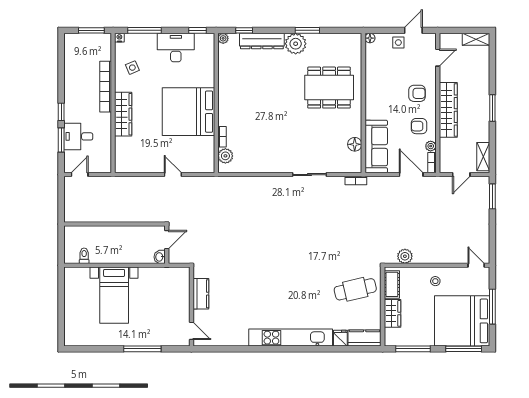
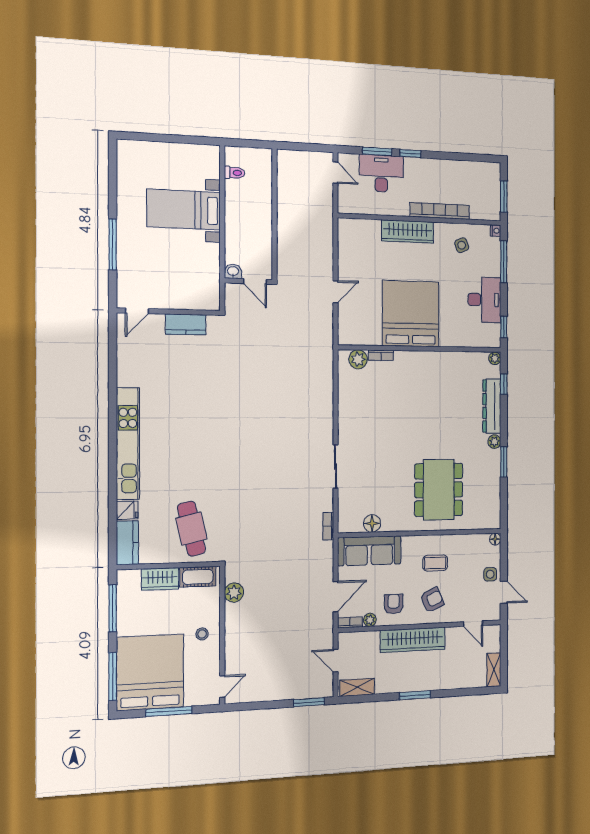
plant: (296, 44) -> (494, 442), width x0.53, depth x0.53
coffee table: (388, 91) -> (435, 563), added
armchair: (417, 93) -> (432, 600), turned -114
desk: (78, 136) -> (381, 173), width x1.37

